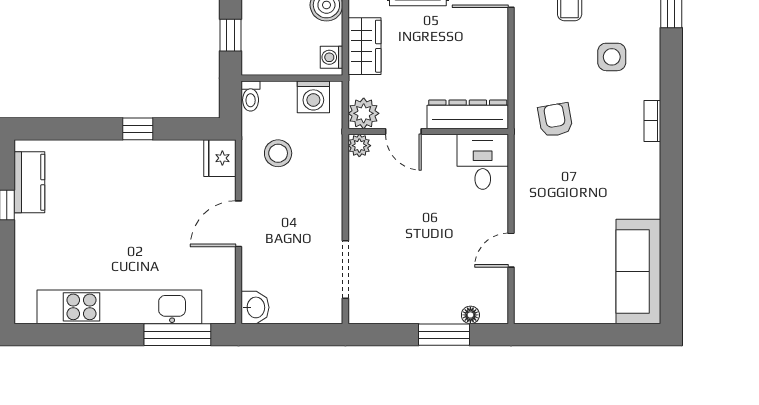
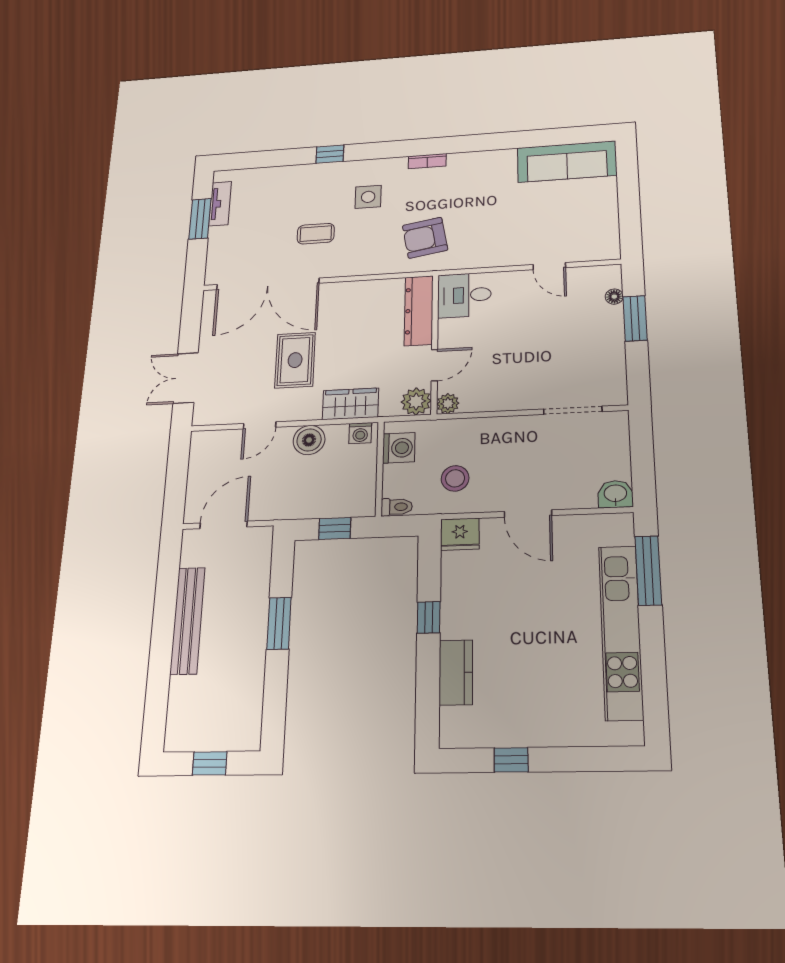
armchair: (555, 120) -> (425, 238), width x1.38, depth x1.38
kitchen counter: (29, 182) -> (456, 672), moved, turned 90

